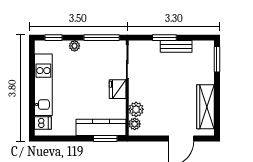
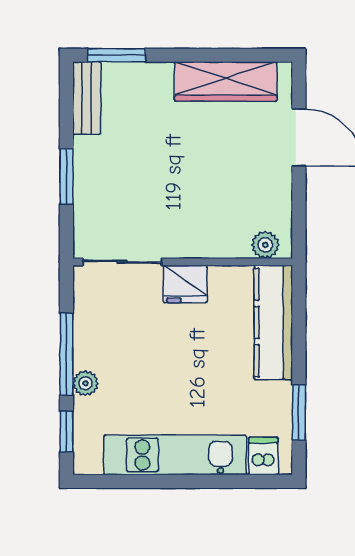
window: (102, 38) -> (66, 354), moved
bench: (176, 46) -> (87, 98), moved
plant: (136, 109) -> (232, 241), removed
window: (105, 139) -> (299, 413), moved

